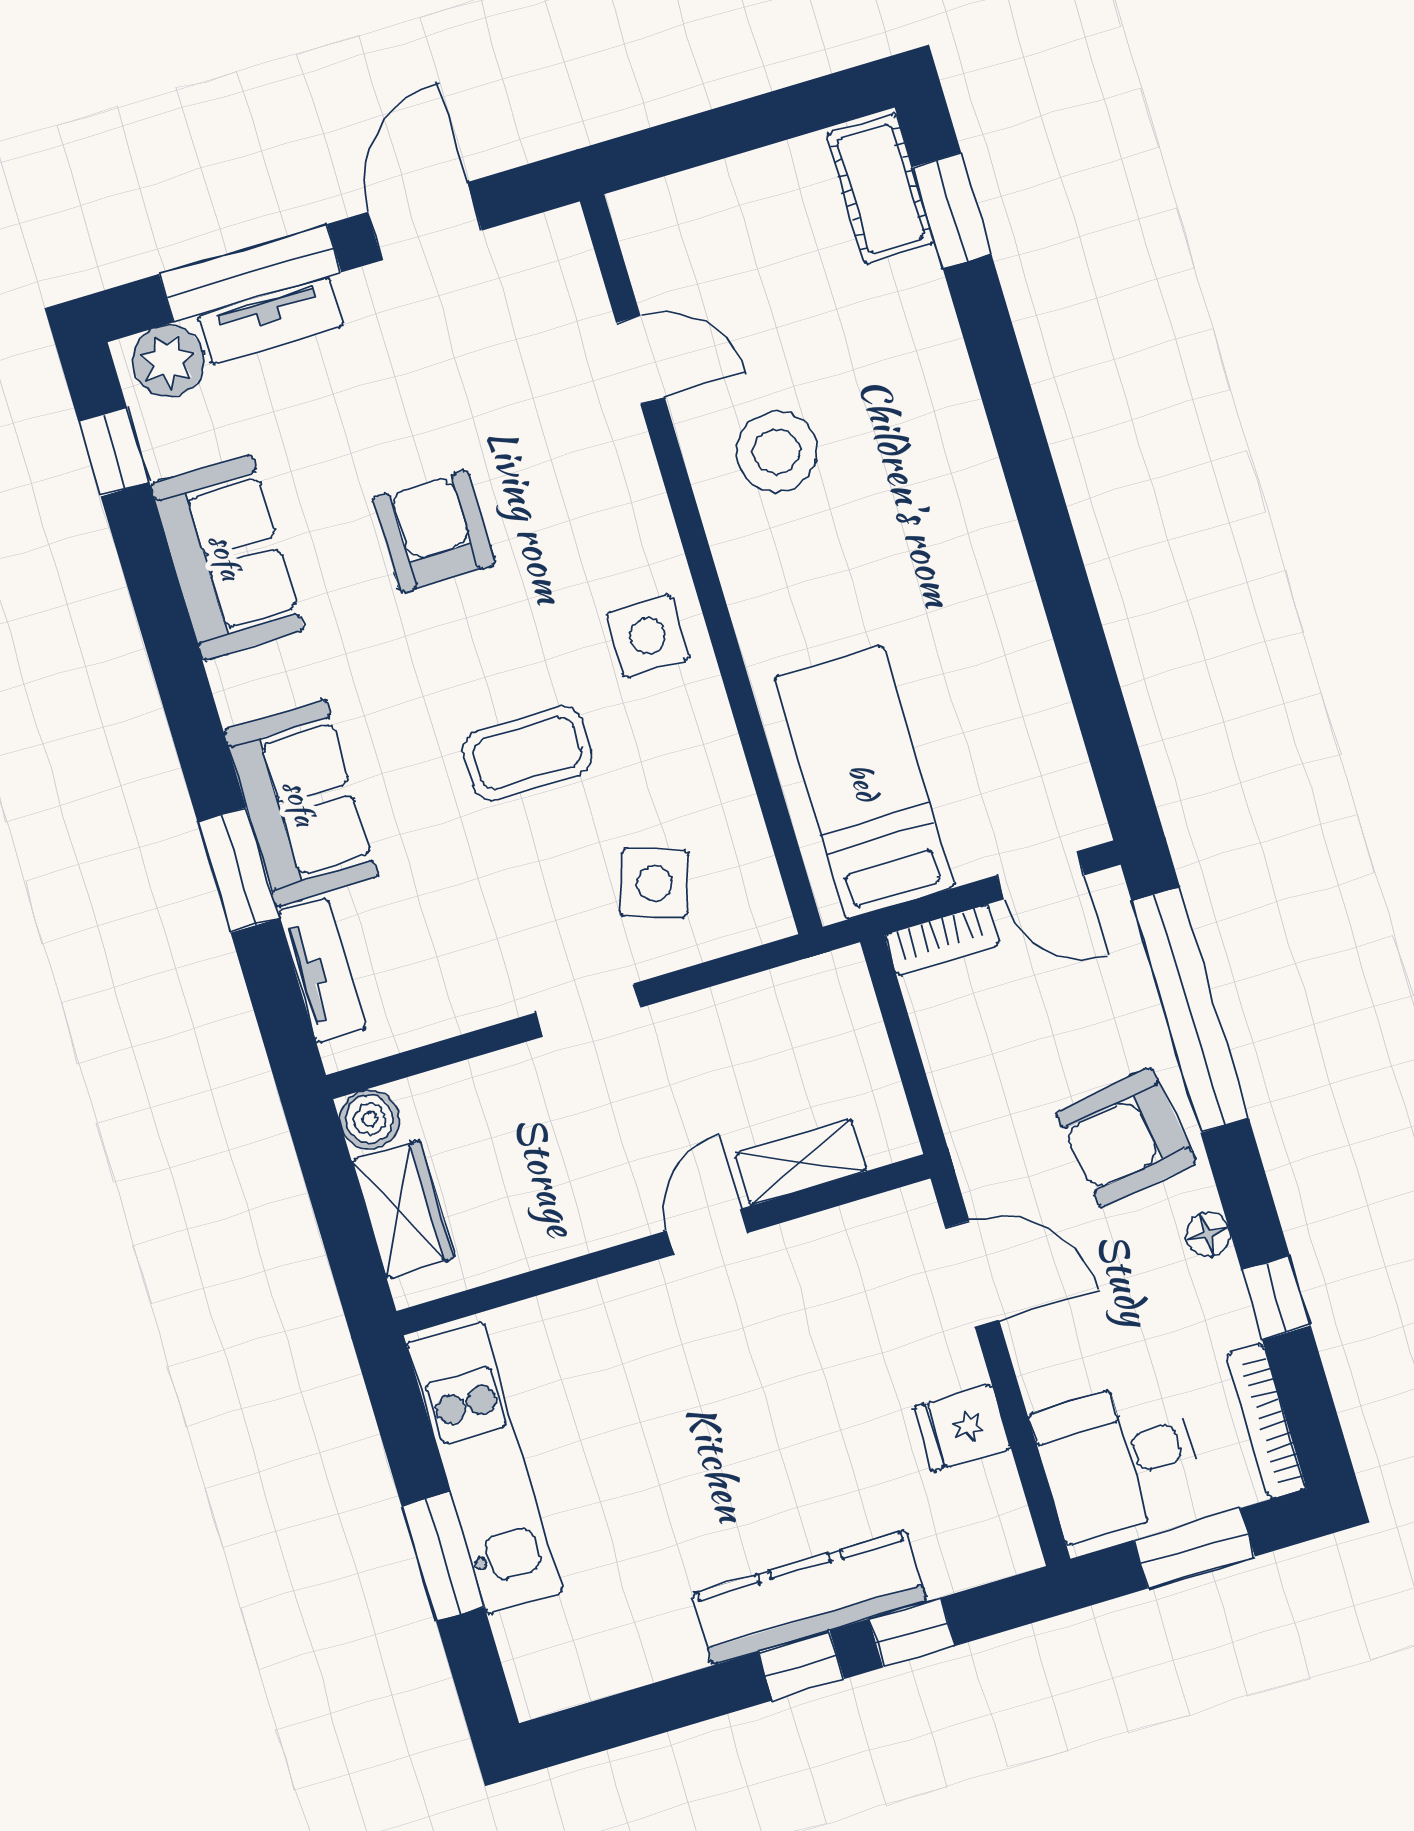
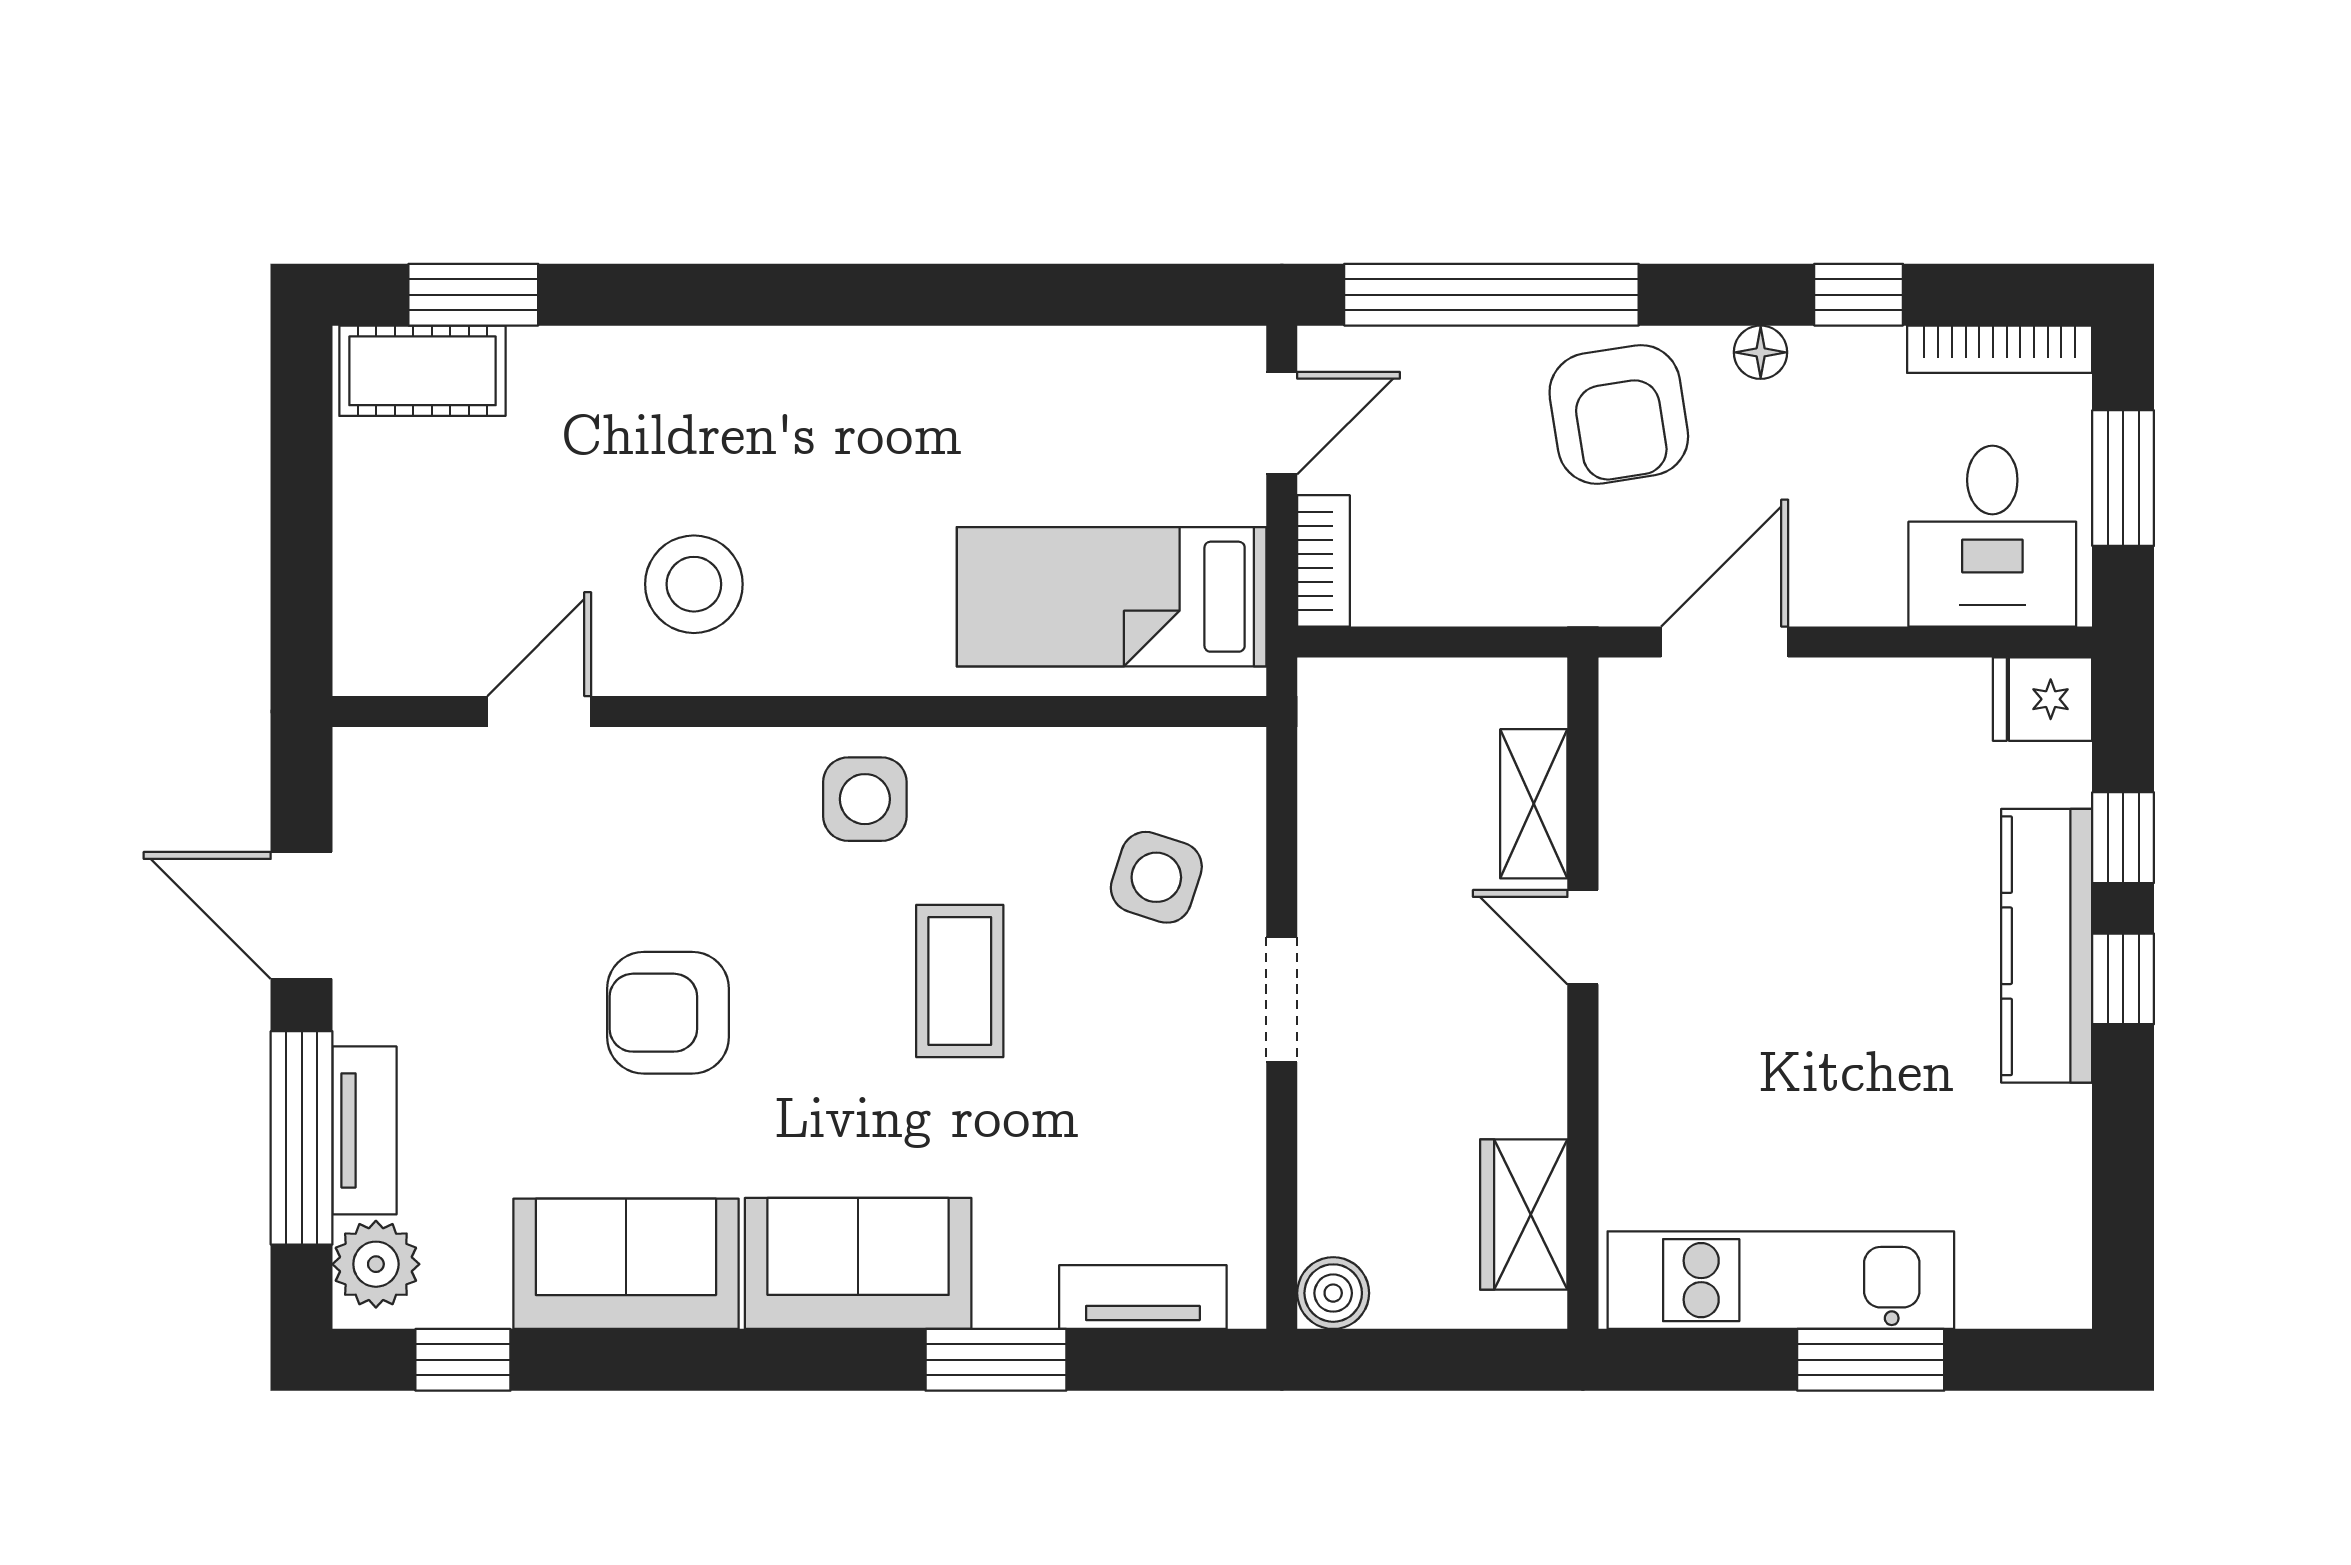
sofa: (301, 803) -> (858, 1263), moved
wardrobe: (403, 1209) -> (1524, 1215), moved, turned -90
fridge: (962, 1428) -> (2043, 699), moved, turned 90

